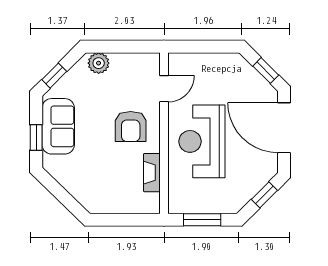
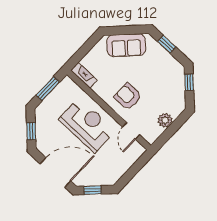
plant: (99, 63) -> (165, 120), moved
sofa: (58, 126) -> (126, 45), moved, turned -46
fireplace: (152, 173) -> (84, 75), moved

